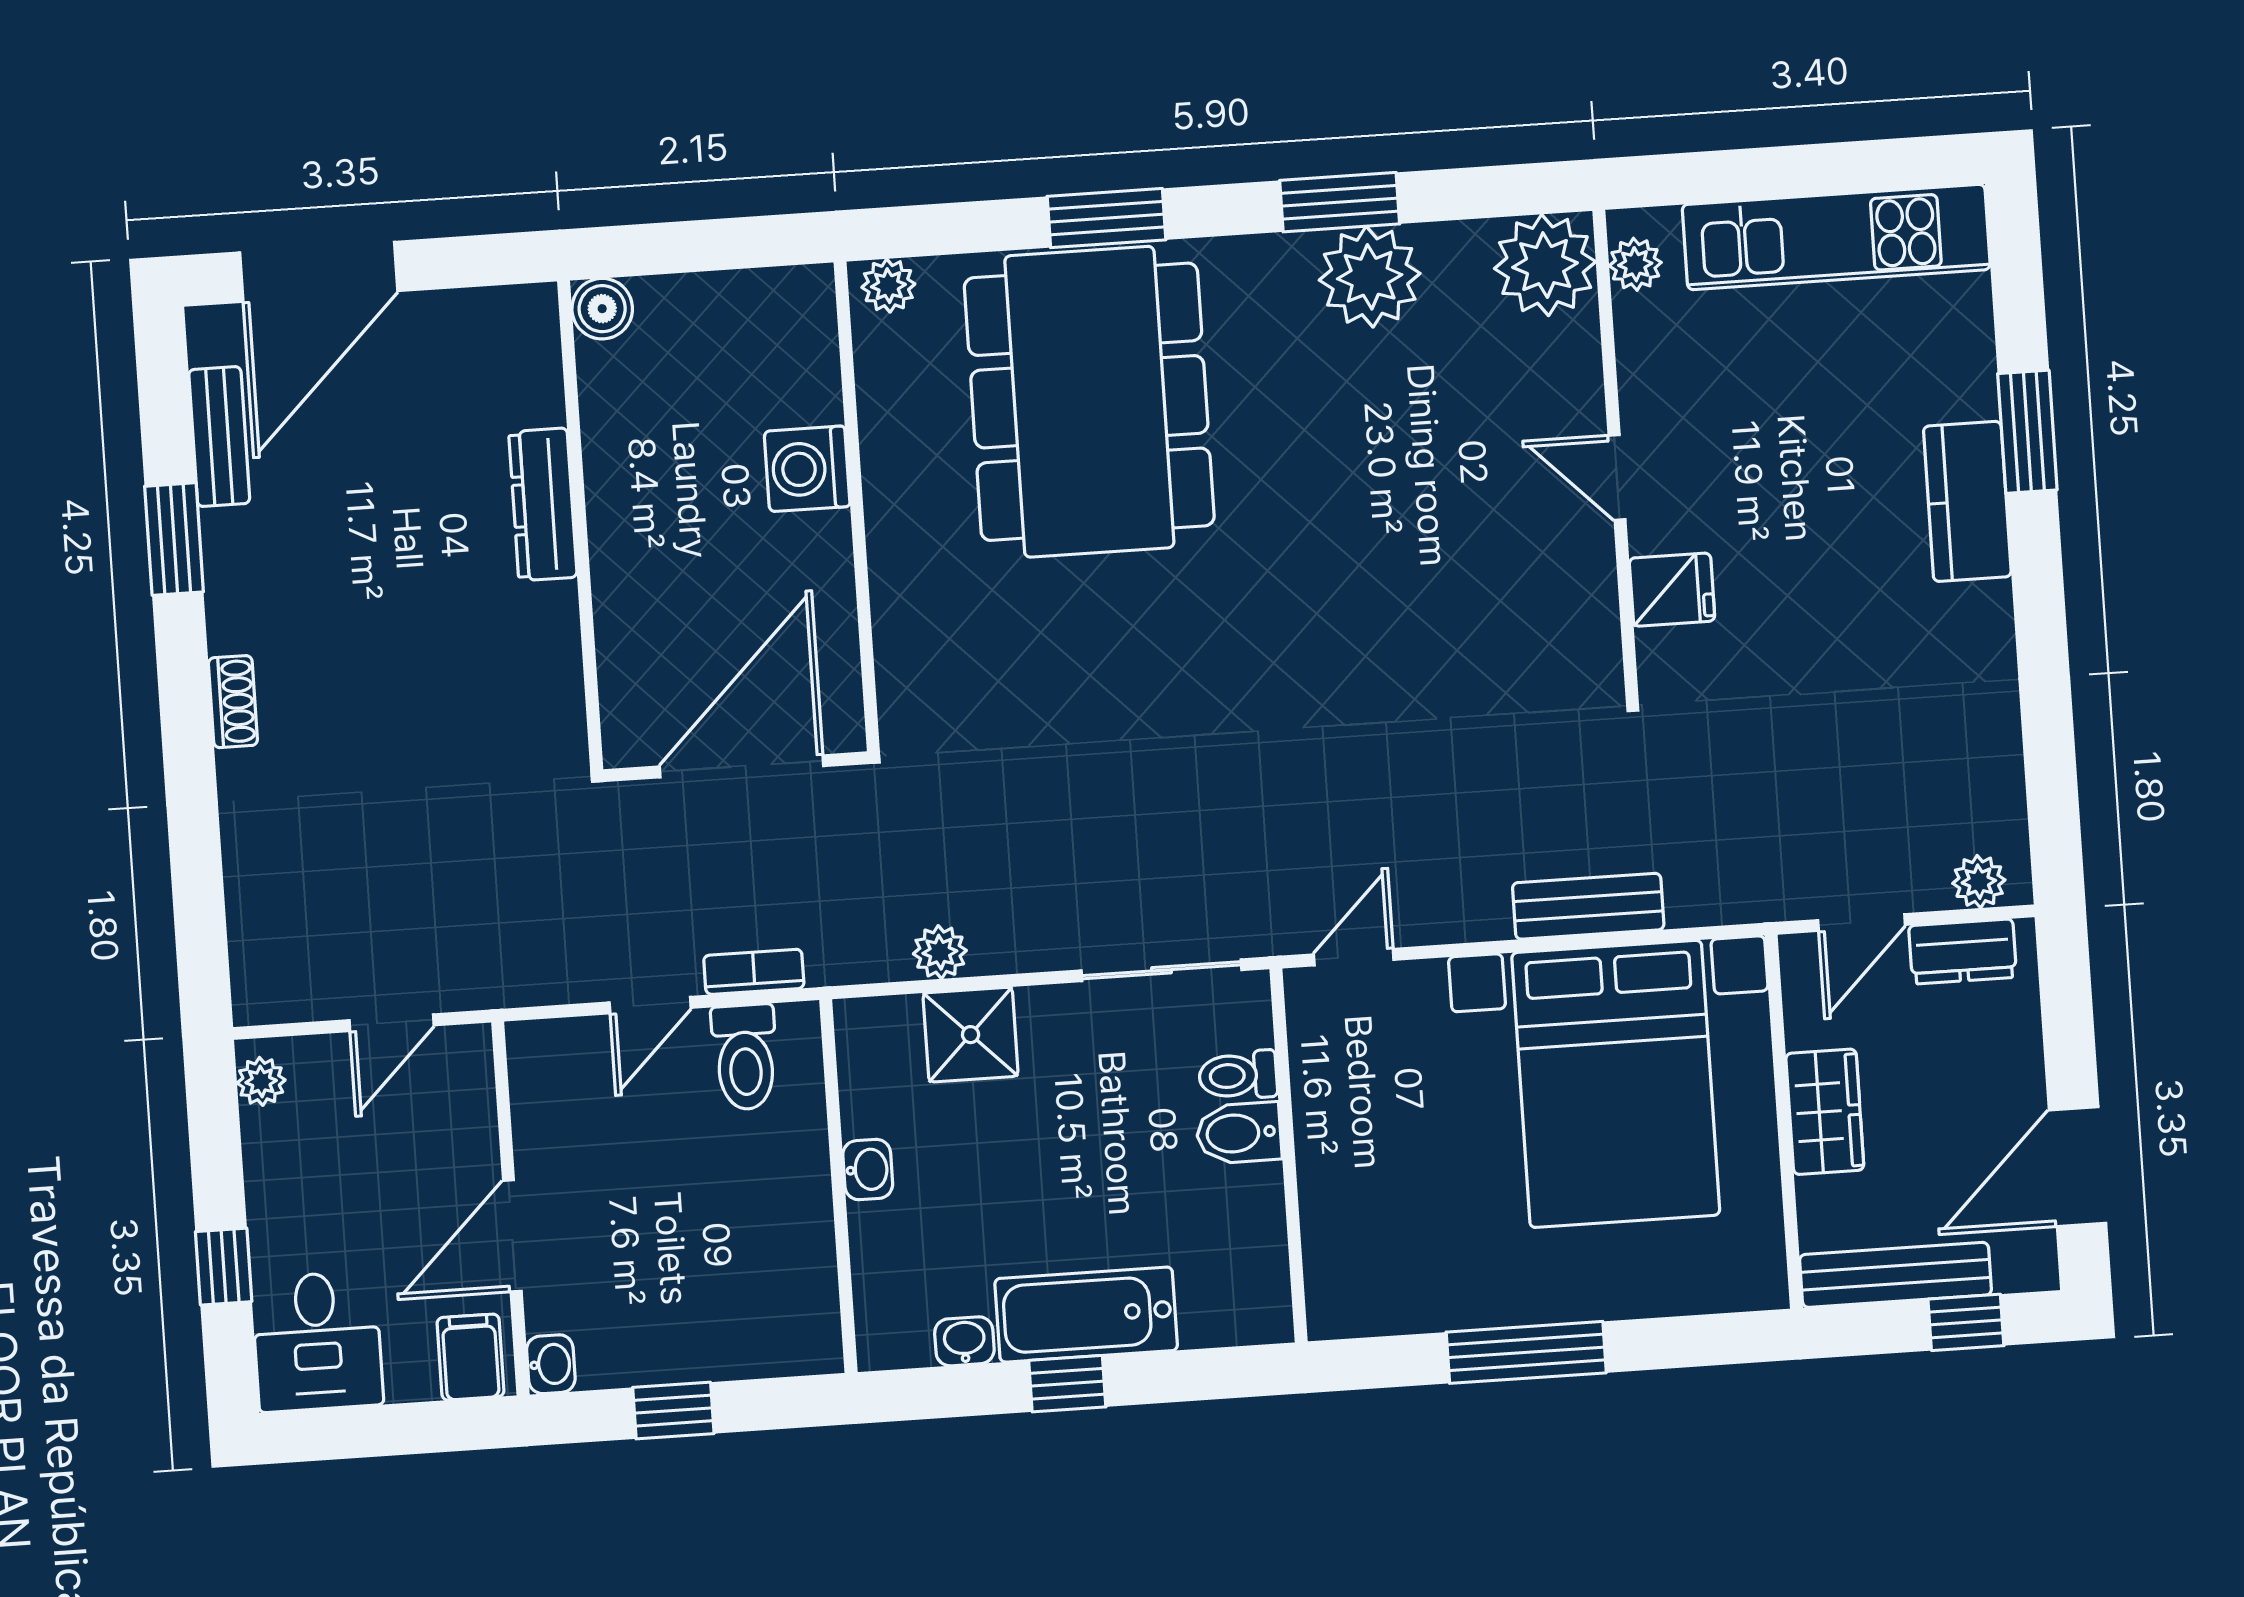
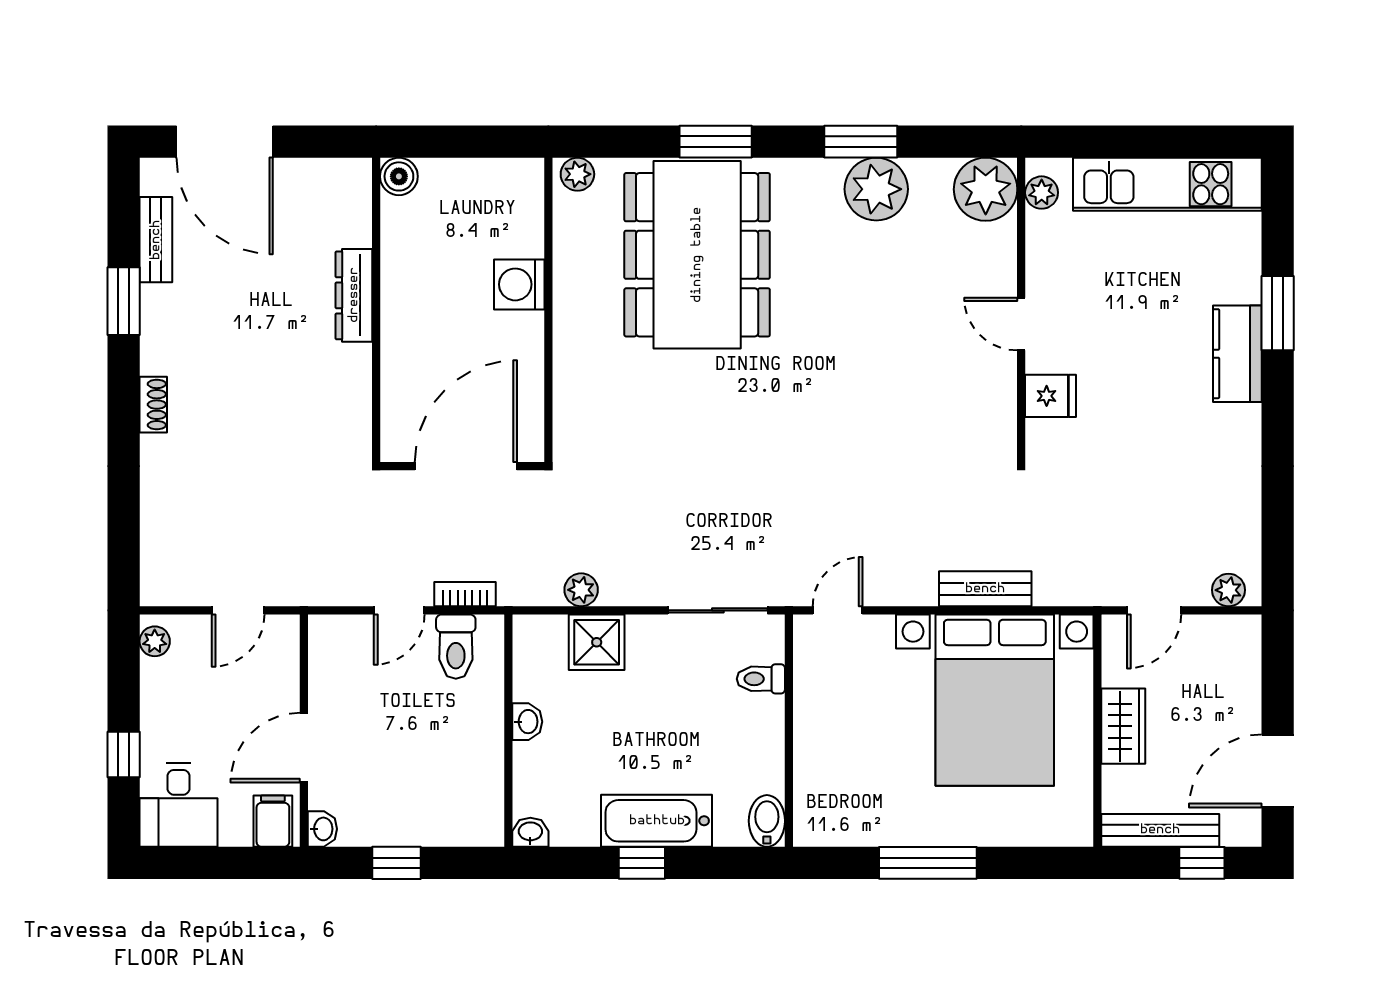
door: (319, 272) -> (225, 142), hinge flipped
dresser: (1963, 952) -> (1215, 633), removed
bidet: (1239, 1133) -> (767, 821), moved, turned 90
washbasin: (964, 1341) -> (530, 832), moved

